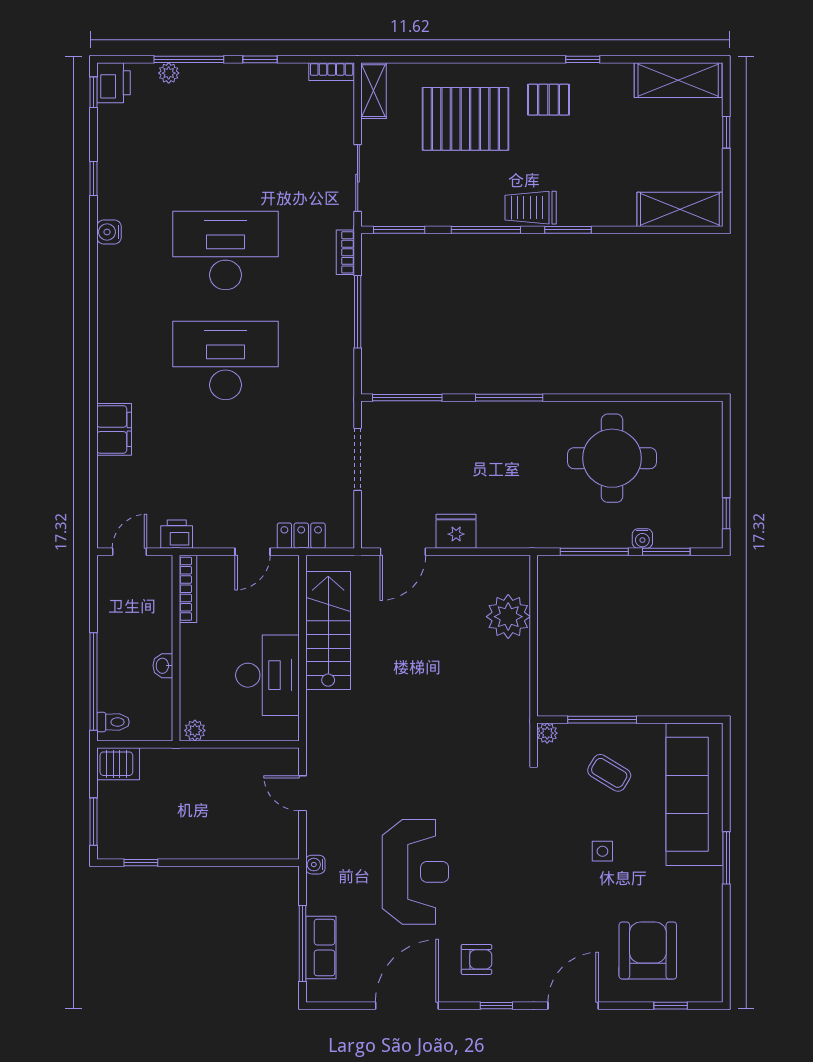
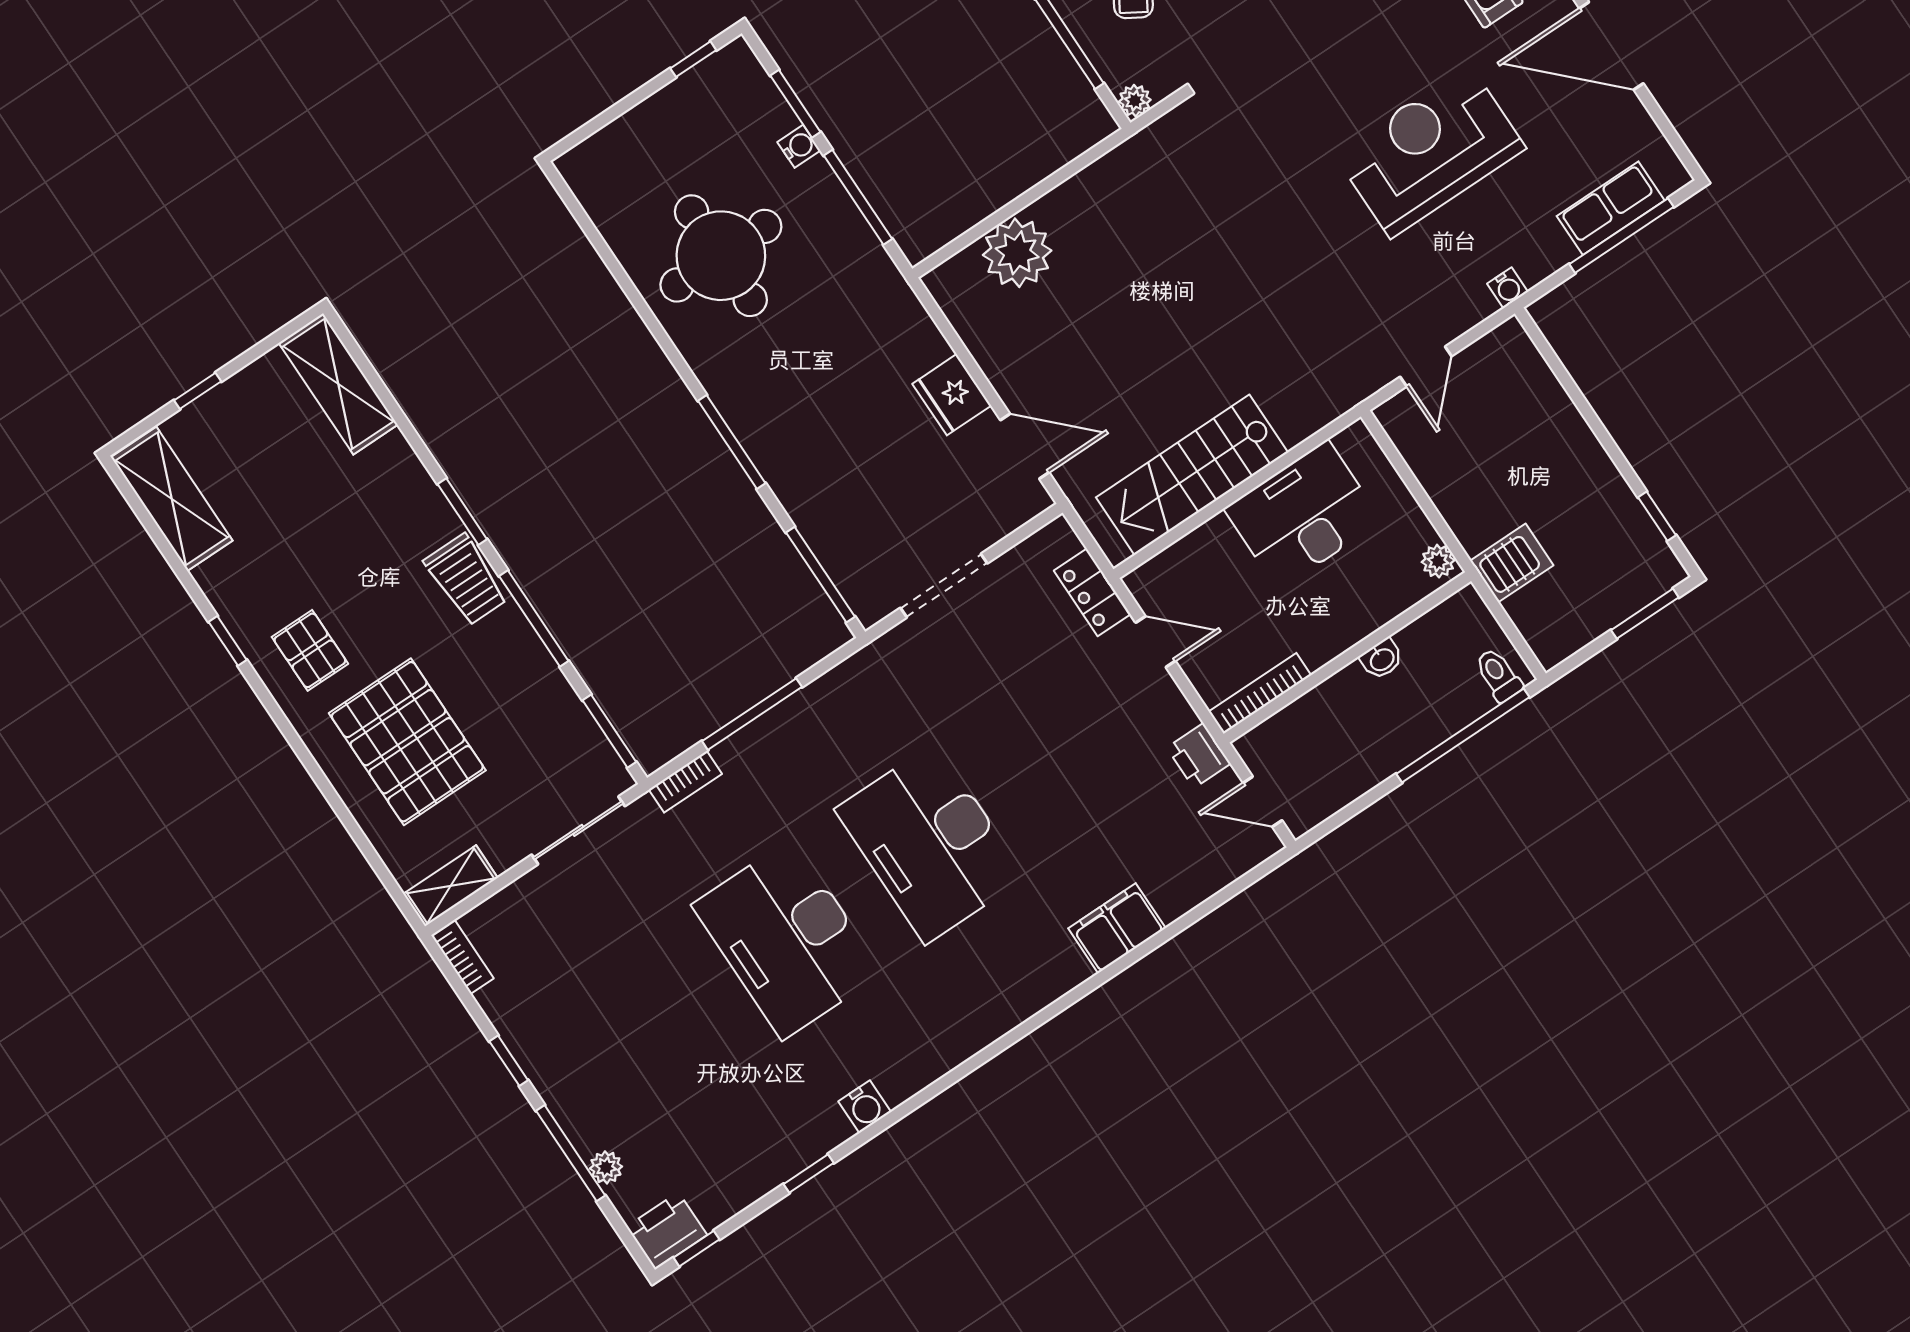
server rack: (118, 764) -> (1512, 563), moved, turned 90

